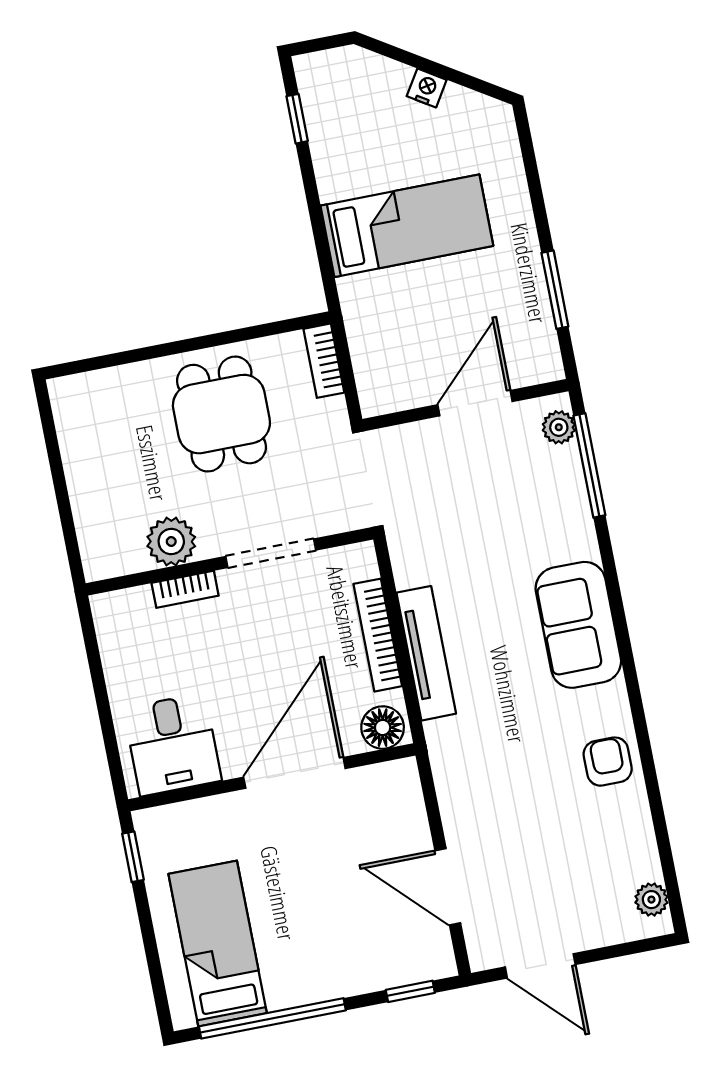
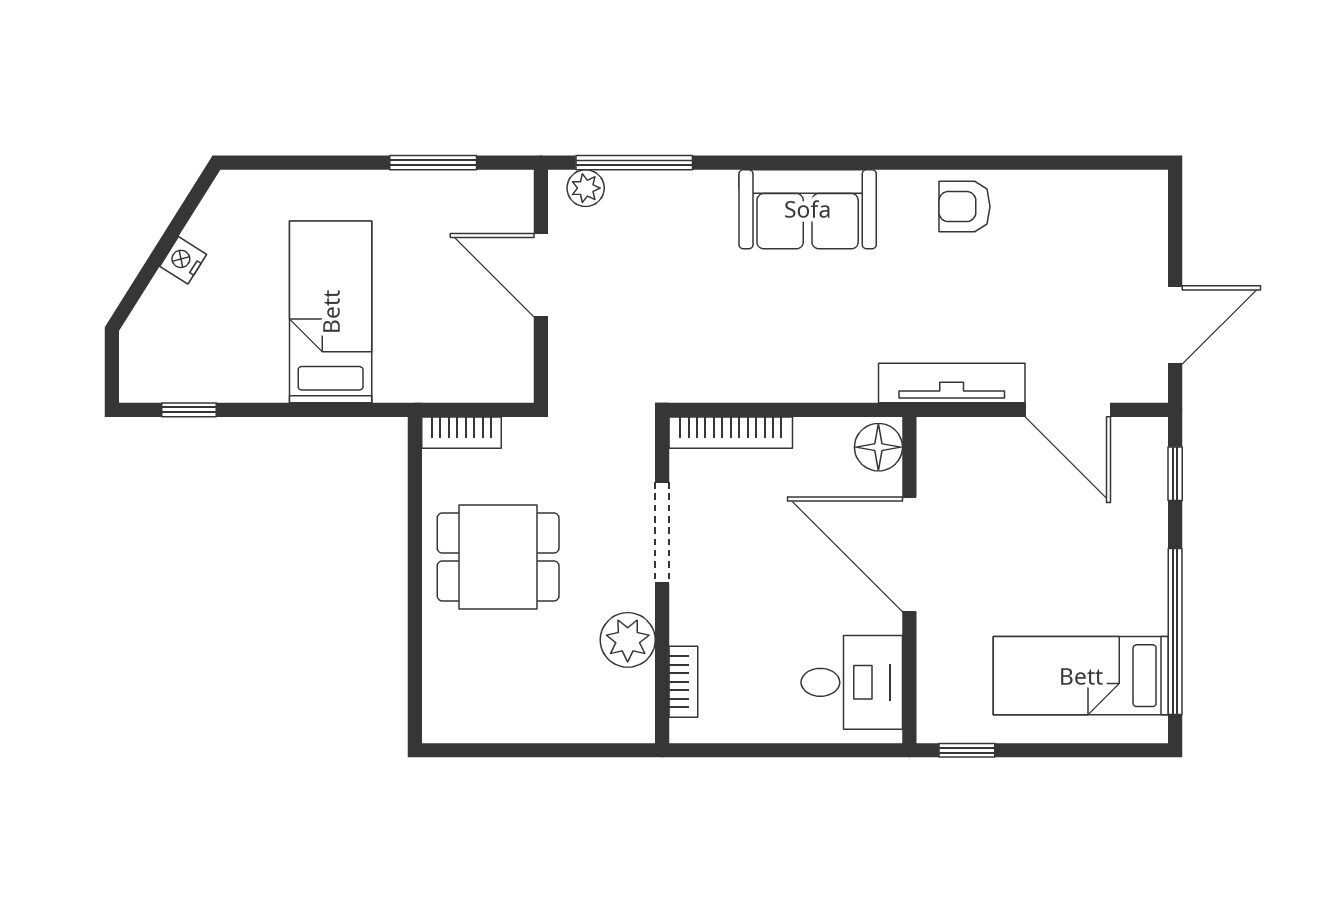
bookcase: (185, 589) -> (683, 682), moved
bookcase: (378, 635) -> (731, 433), moved
tv unit: (426, 653) -> (952, 383), moved
door: (448, 887) -> (1068, 410), hinge flipped
plant: (651, 900) -> (1126, 188), removed

